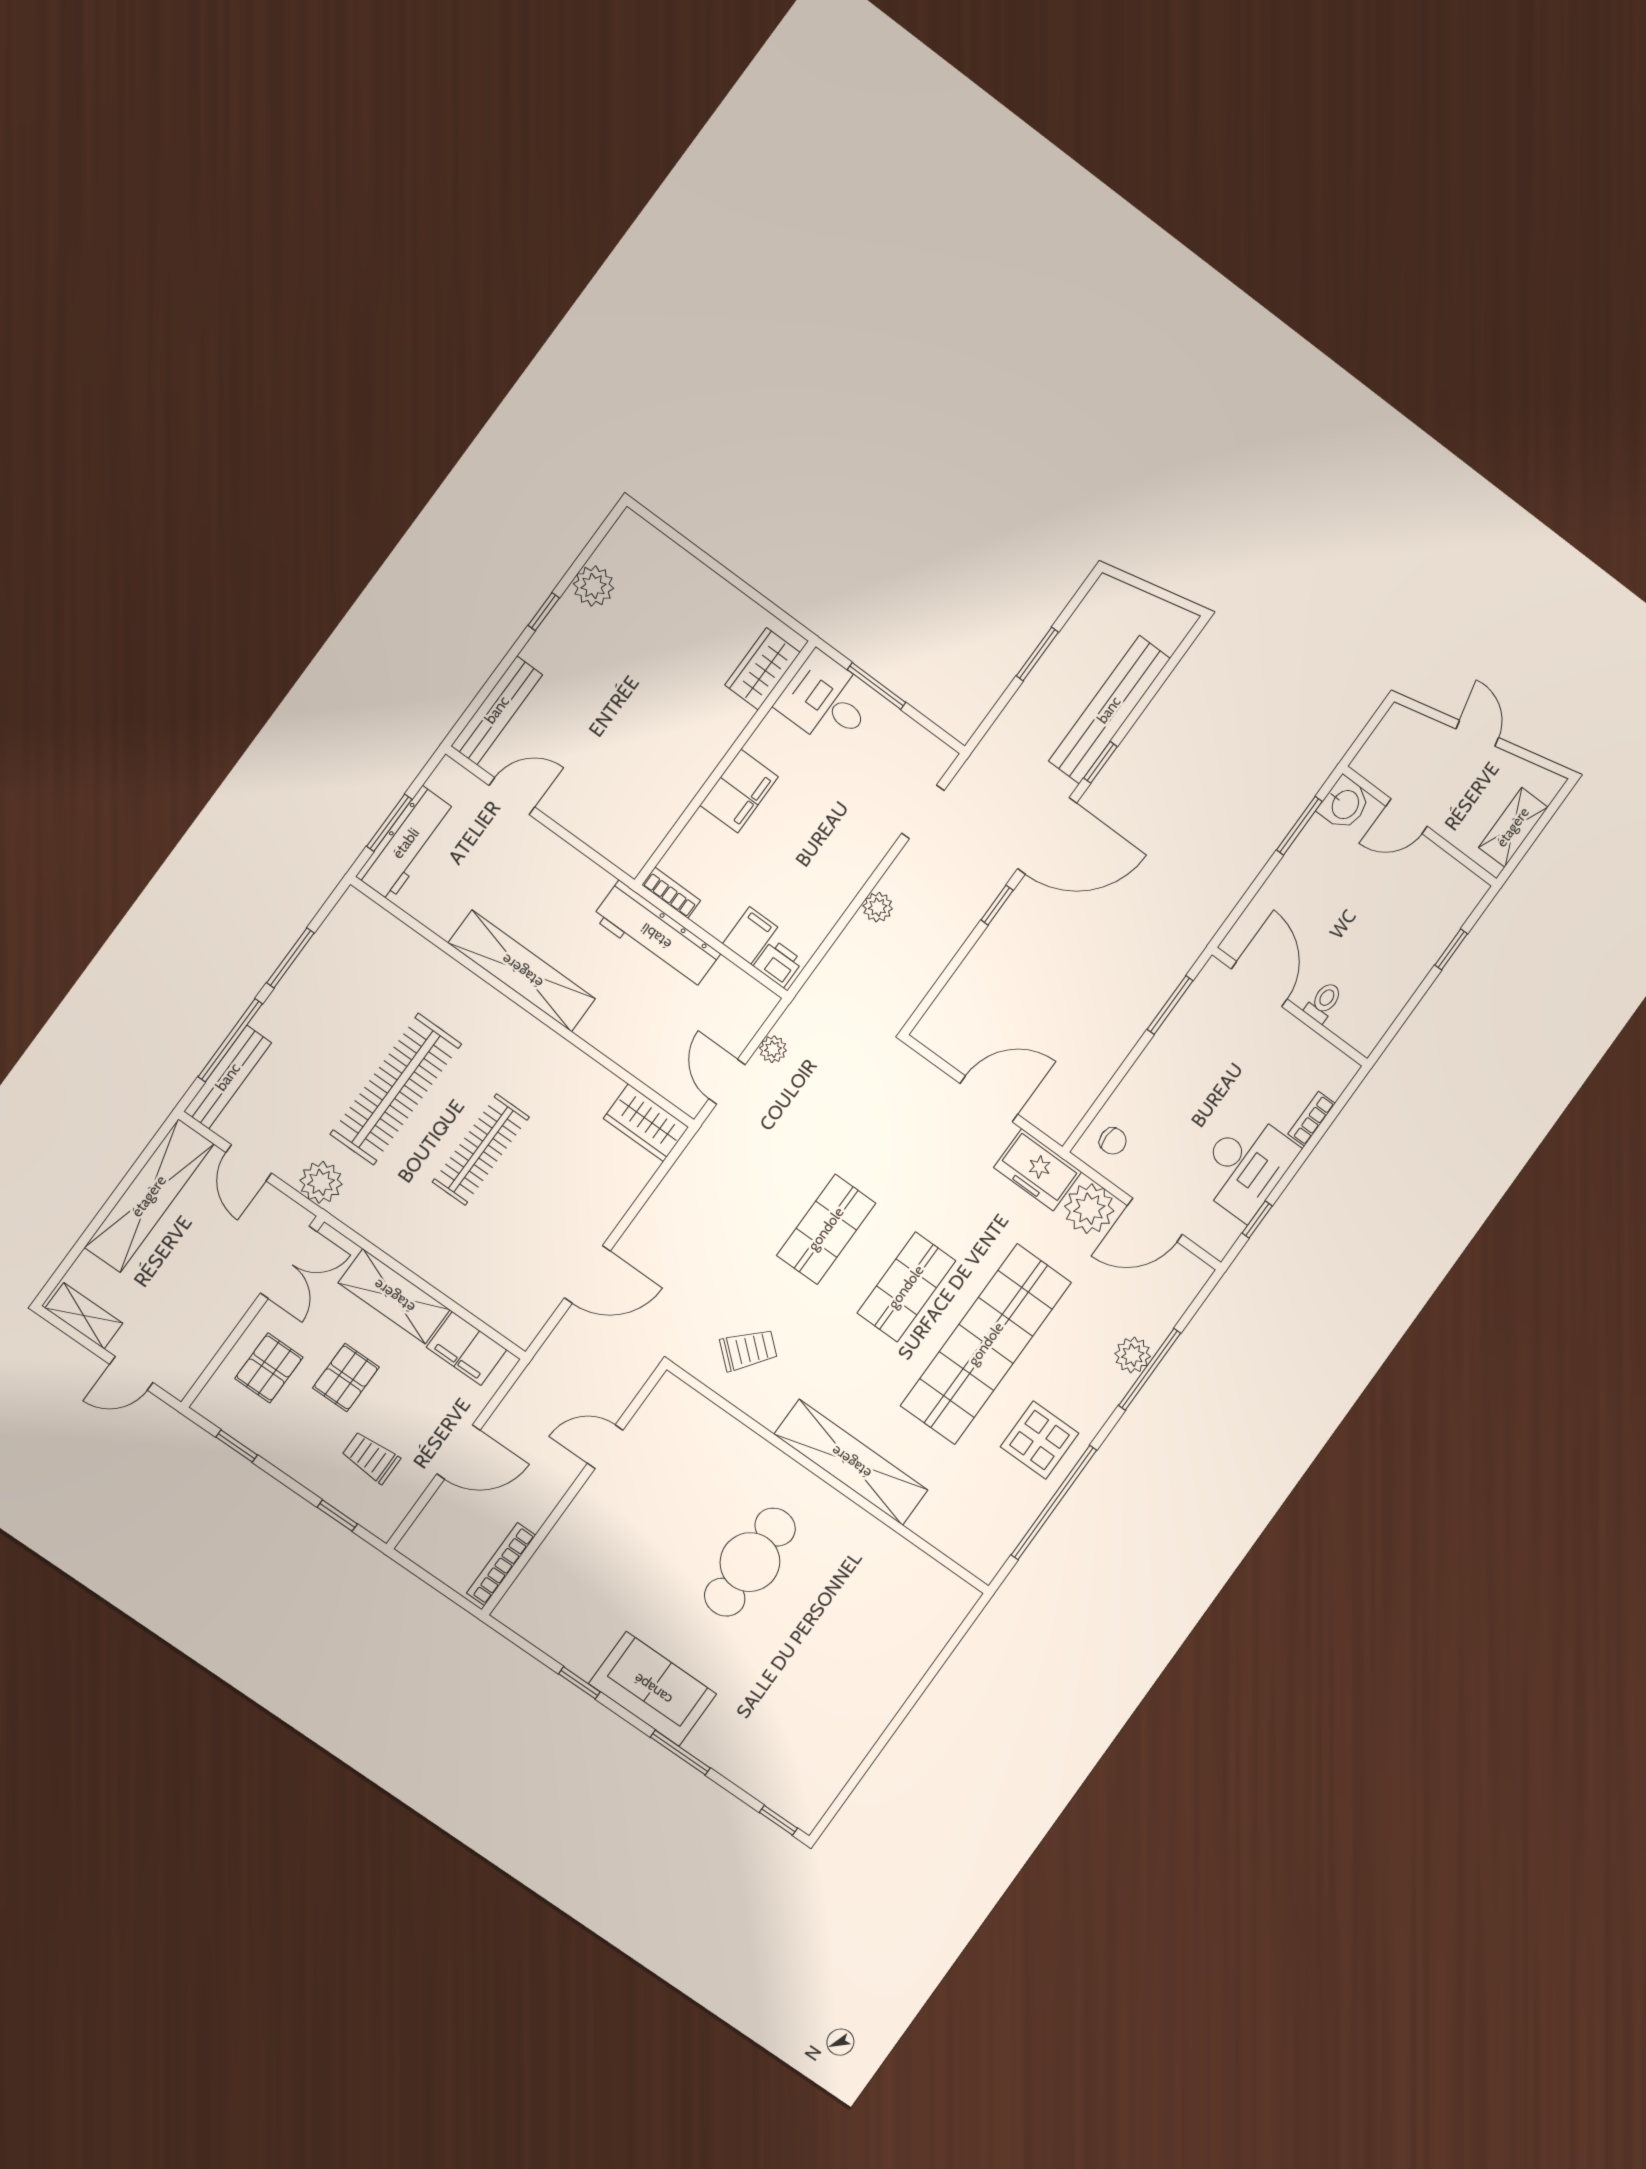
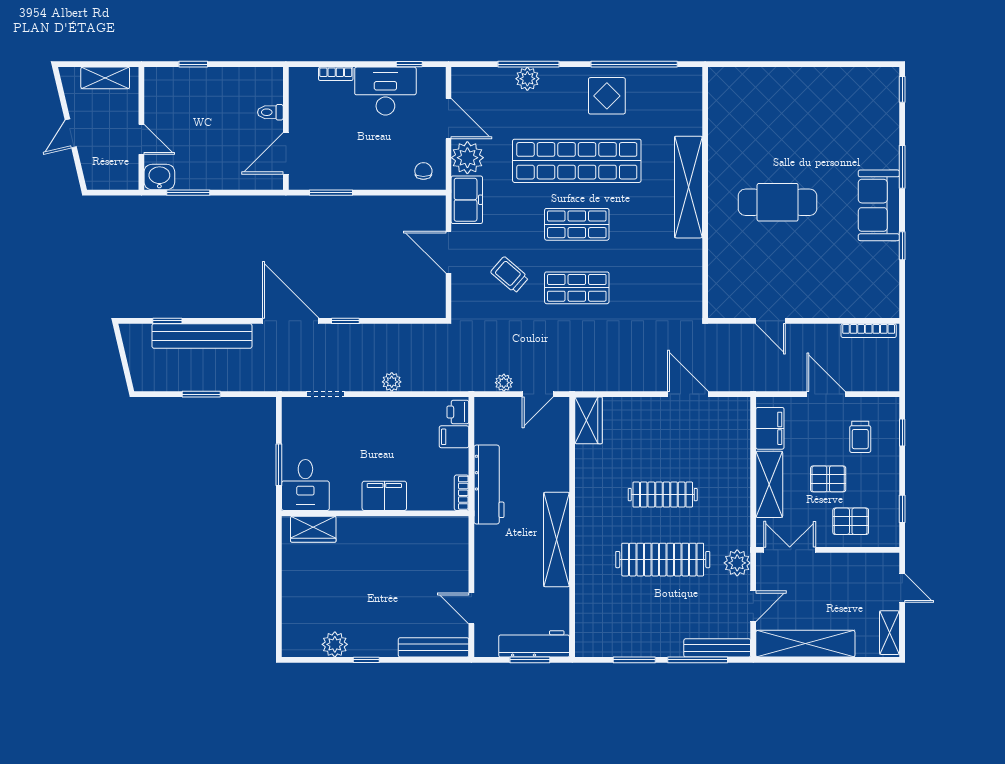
window: (1100, 762) -> (167, 321), moved
trolley: (748, 1350) -> (510, 275), moved

